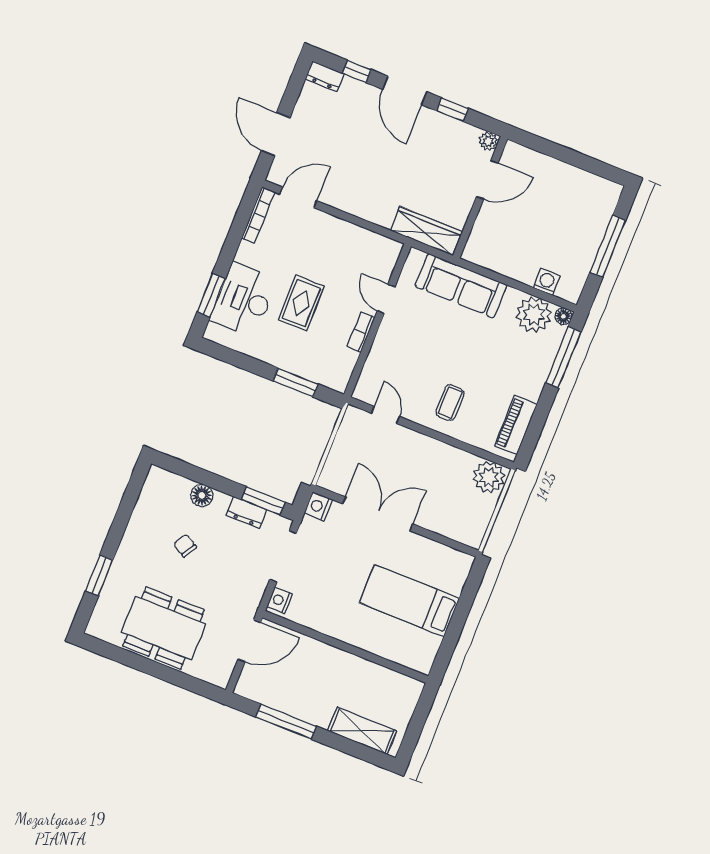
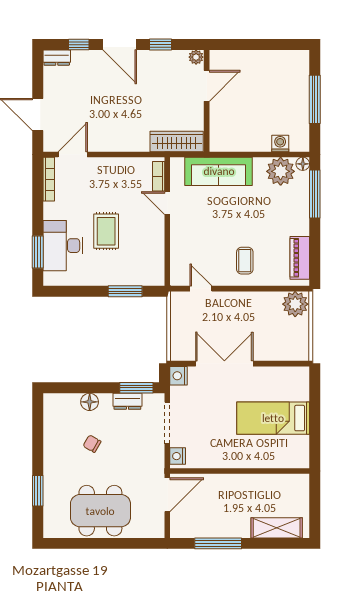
bookcase: (361, 332) -> (159, 176), moved

